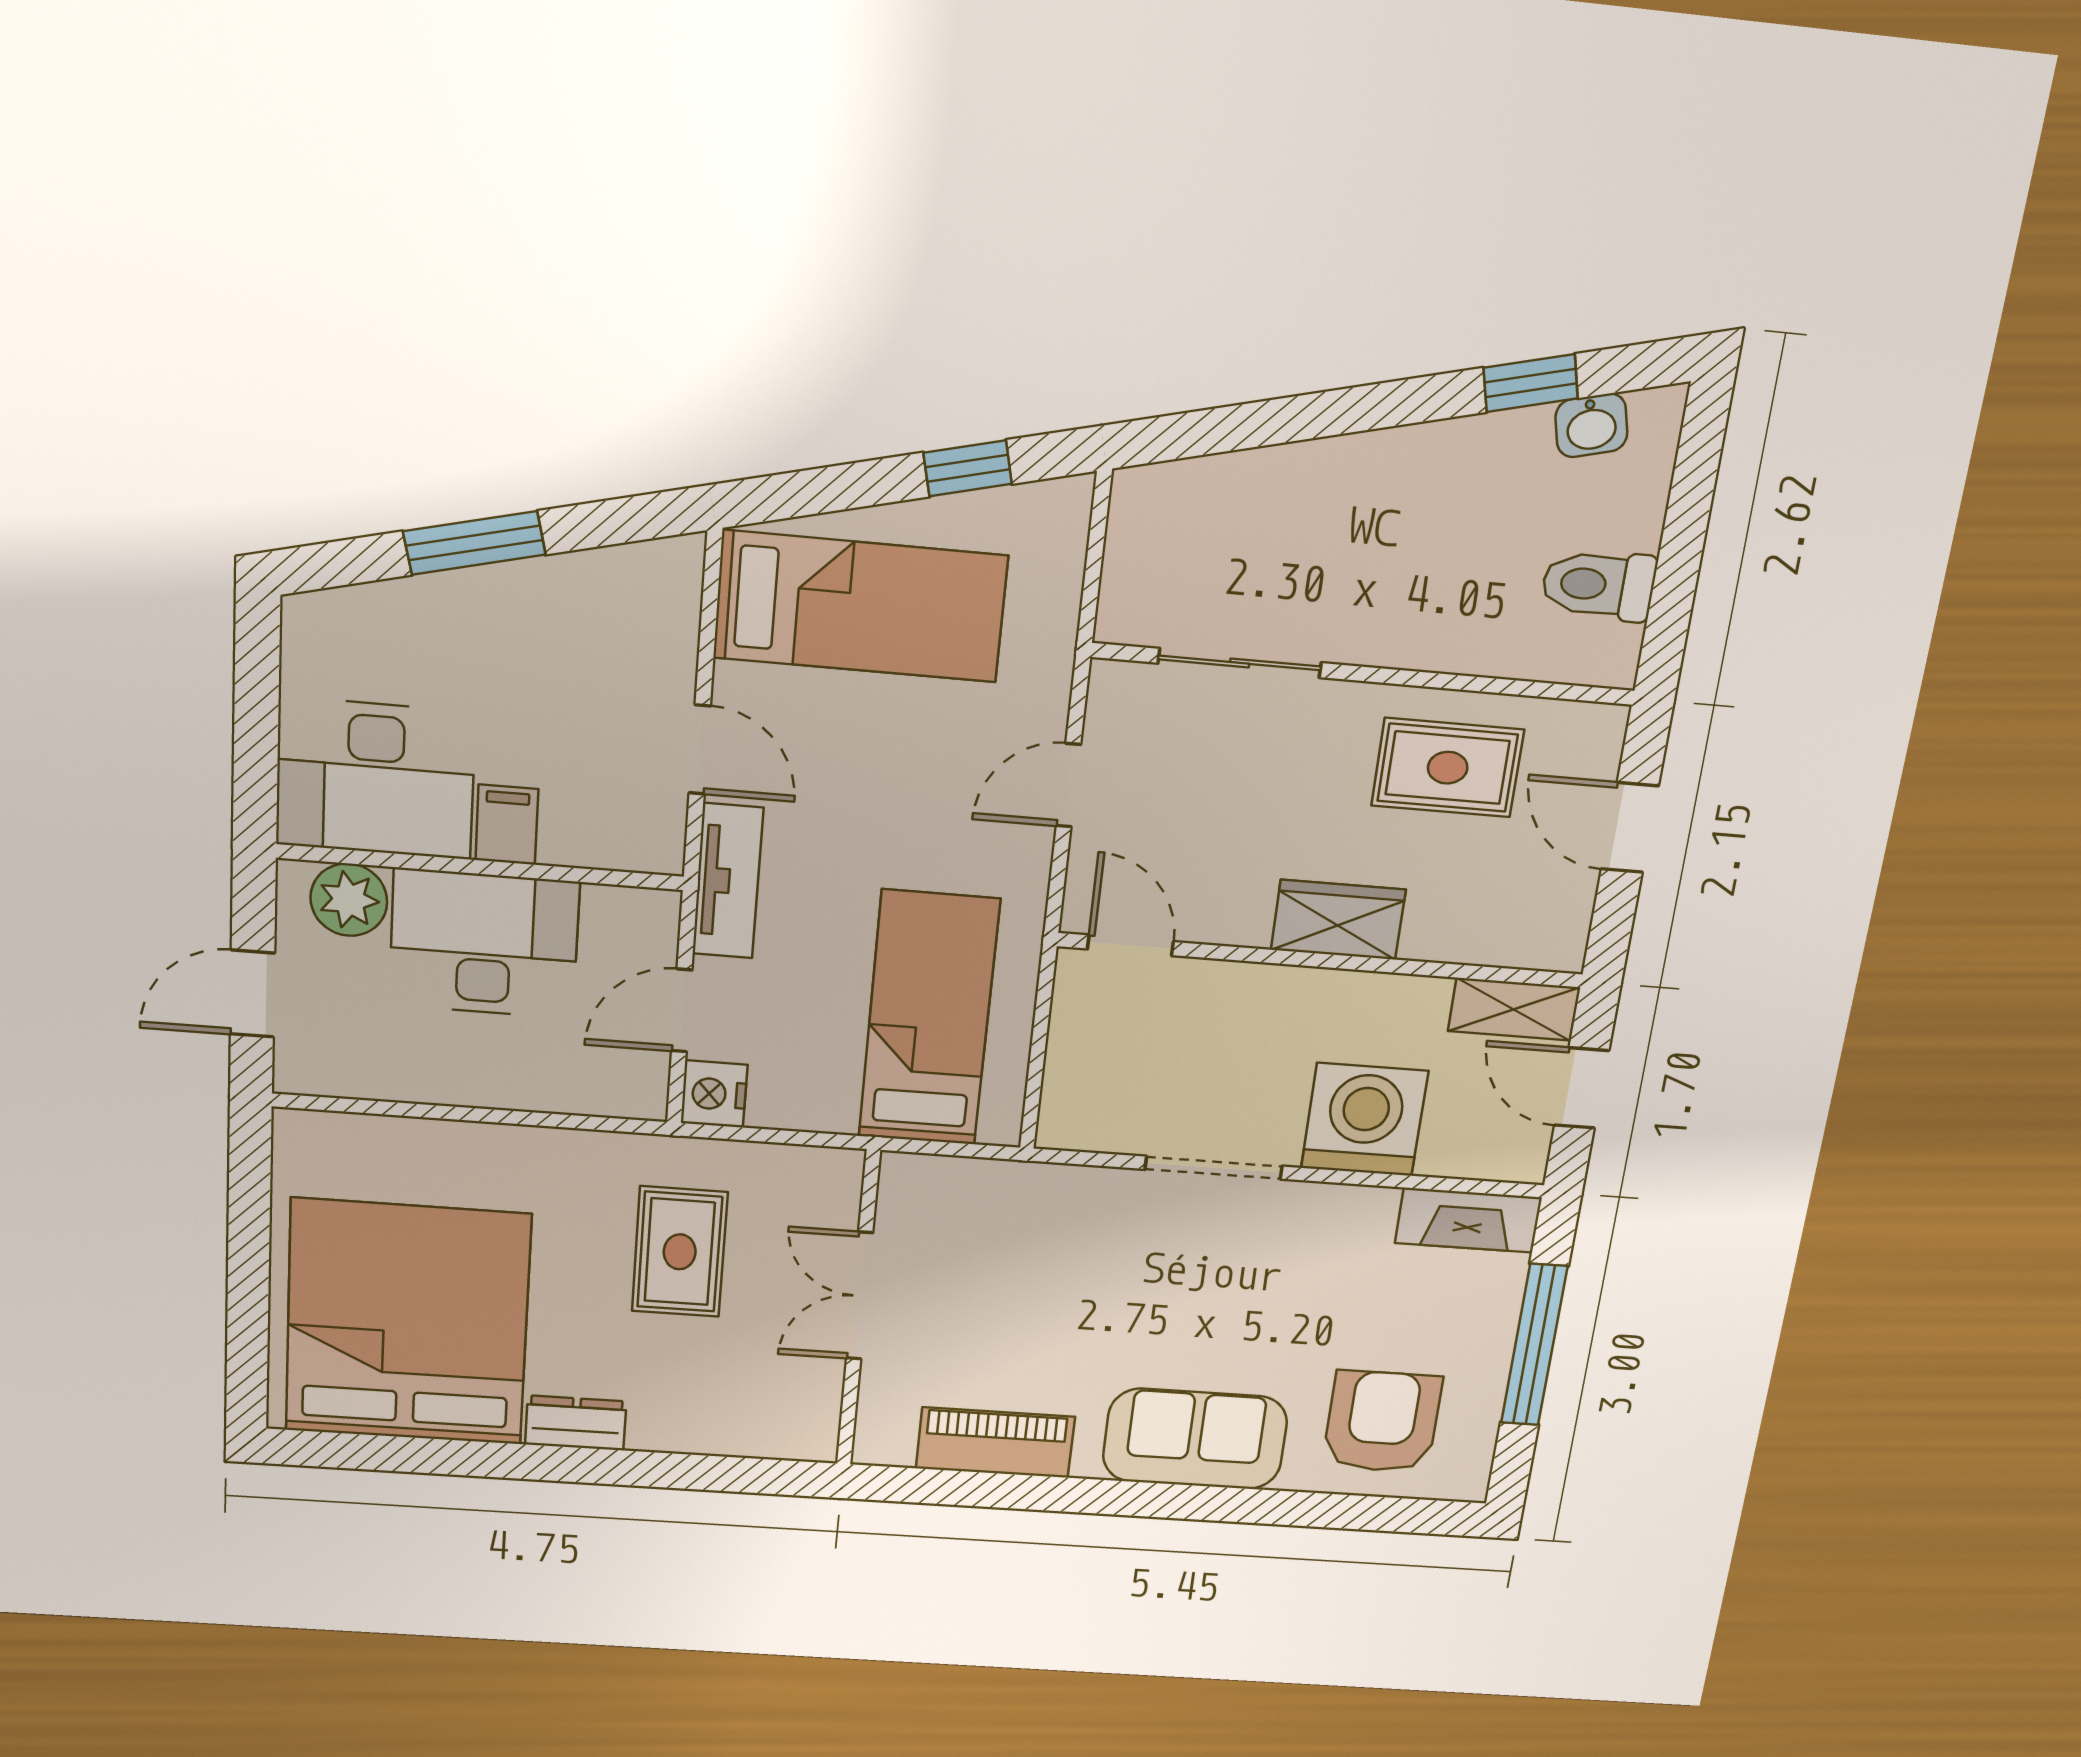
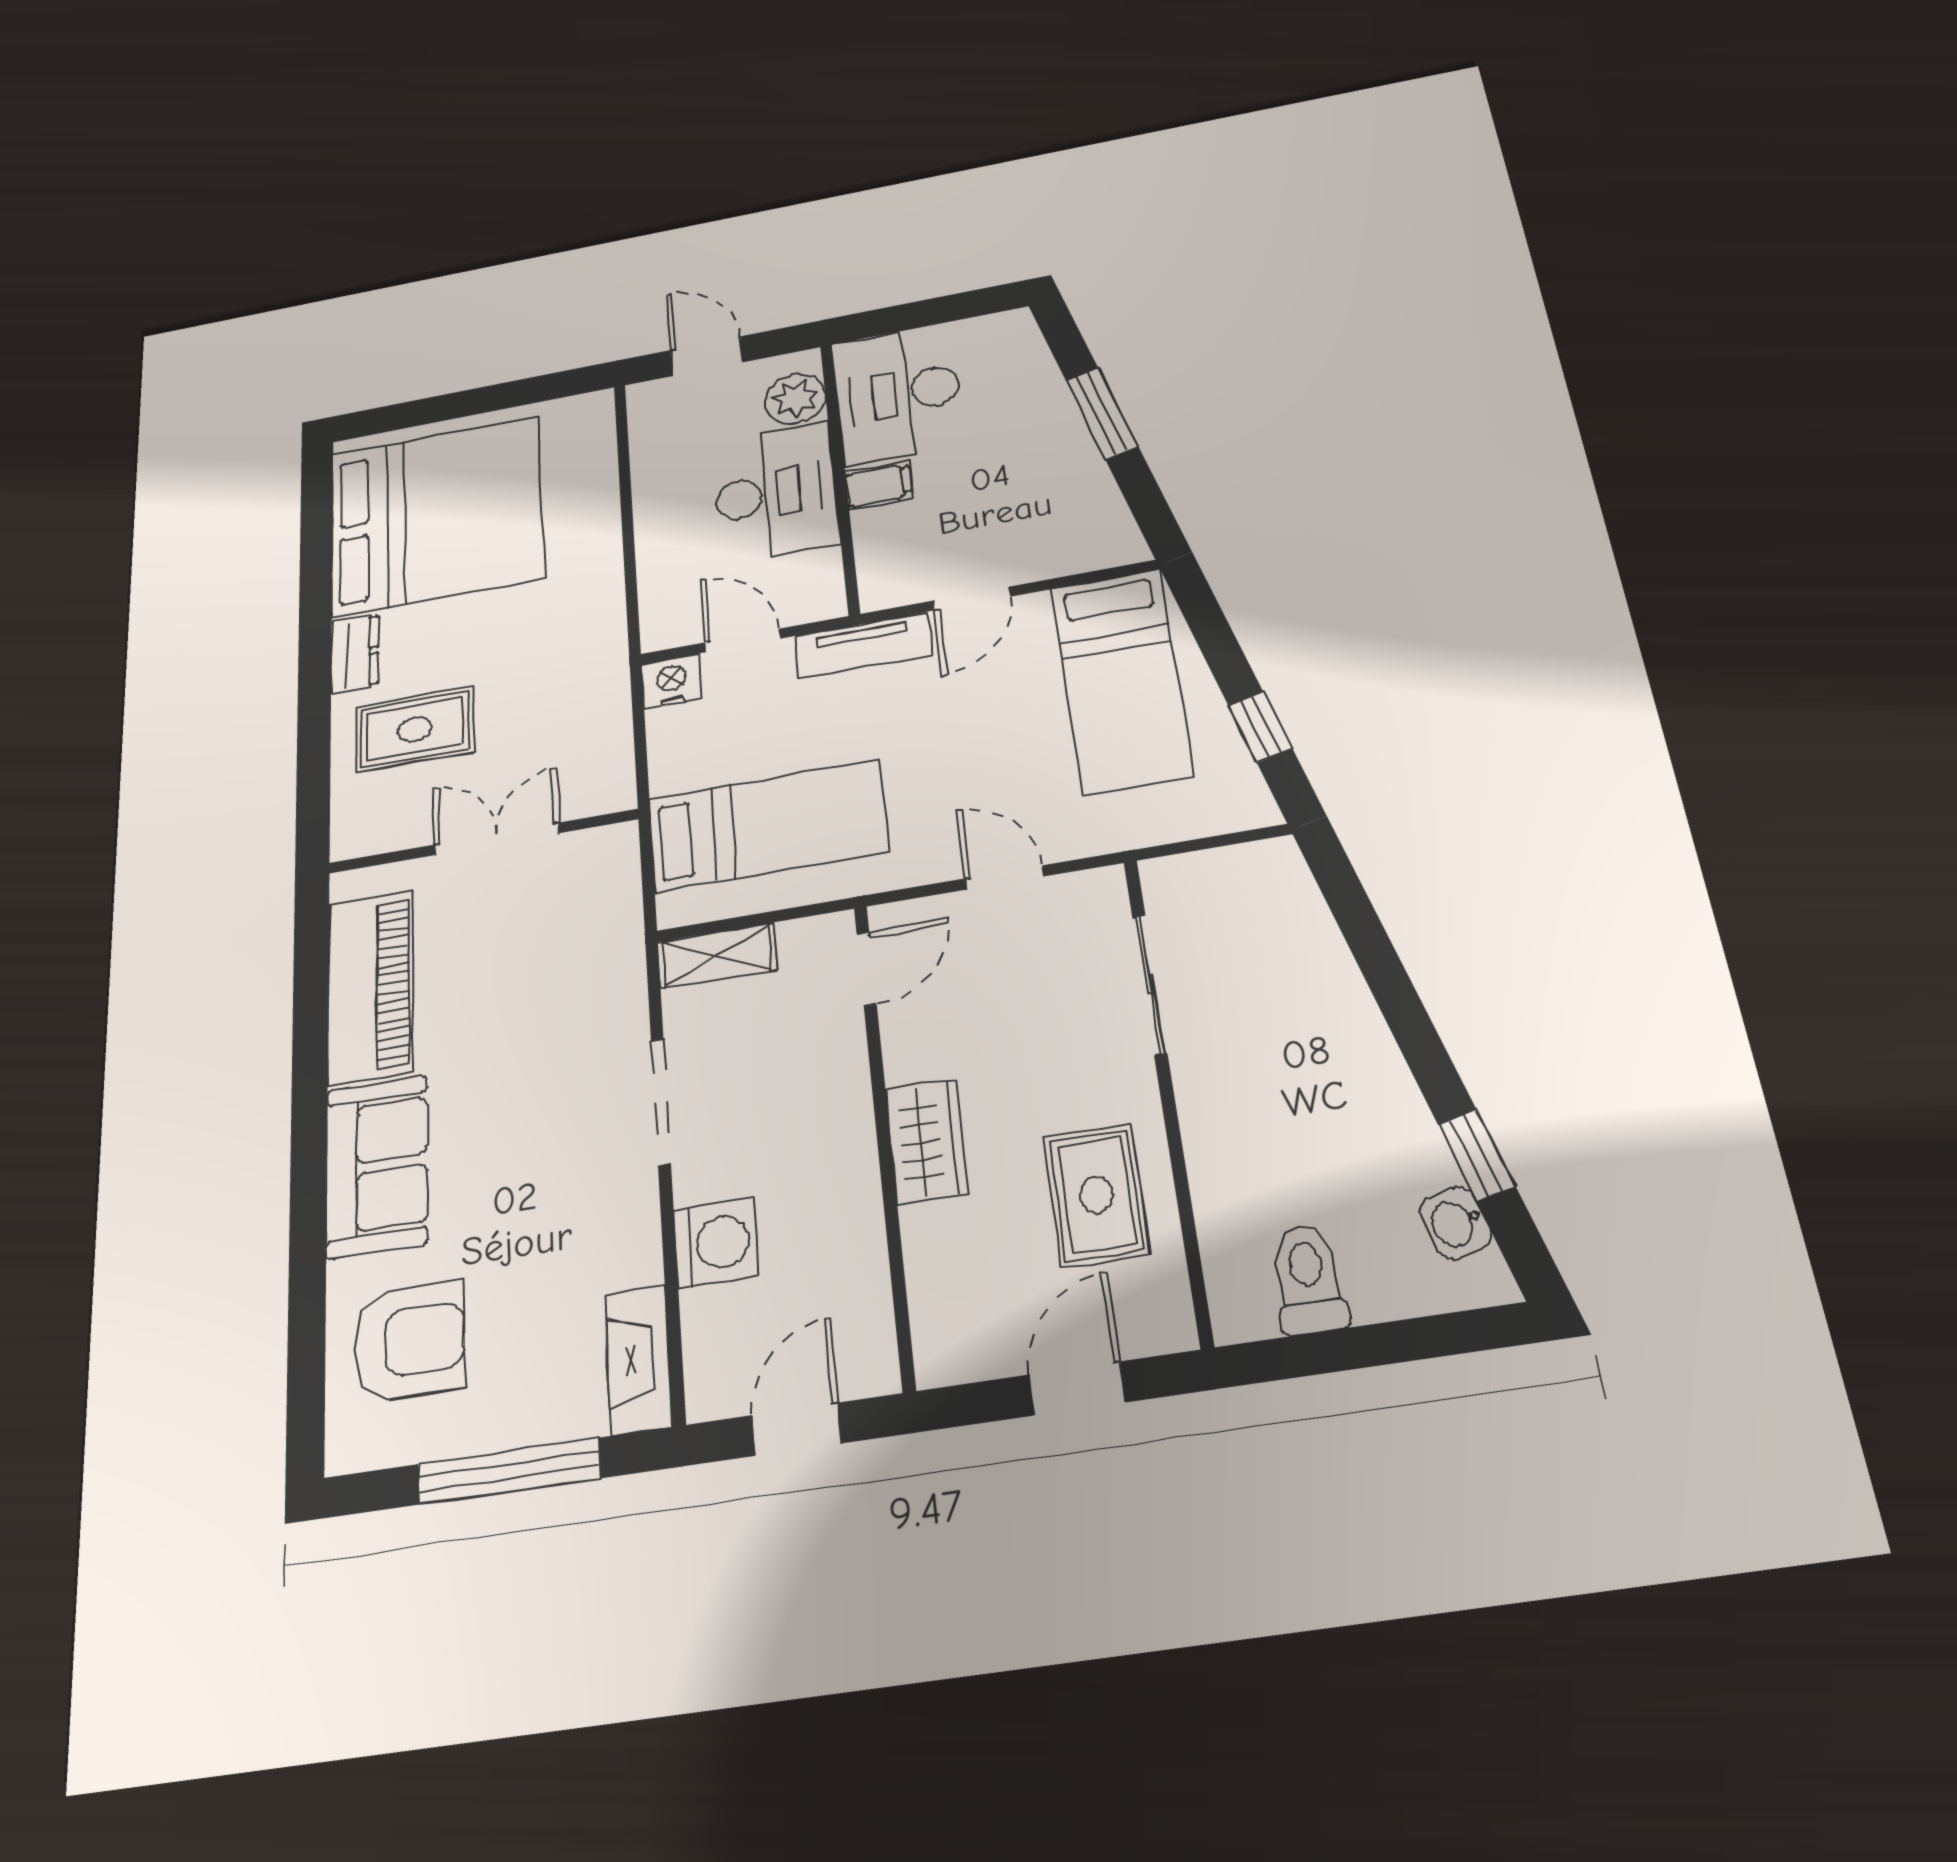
shelving: (1514, 1009) -> (717, 956), moved, turned 90
washing machine: (1365, 1120) -> (716, 1243), width x0.73, depth x0.73
rug: (680, 1252) -> (415, 729), moved
piano: (995, 1443) -> (370, 987), width x1.37, depth x1.33

